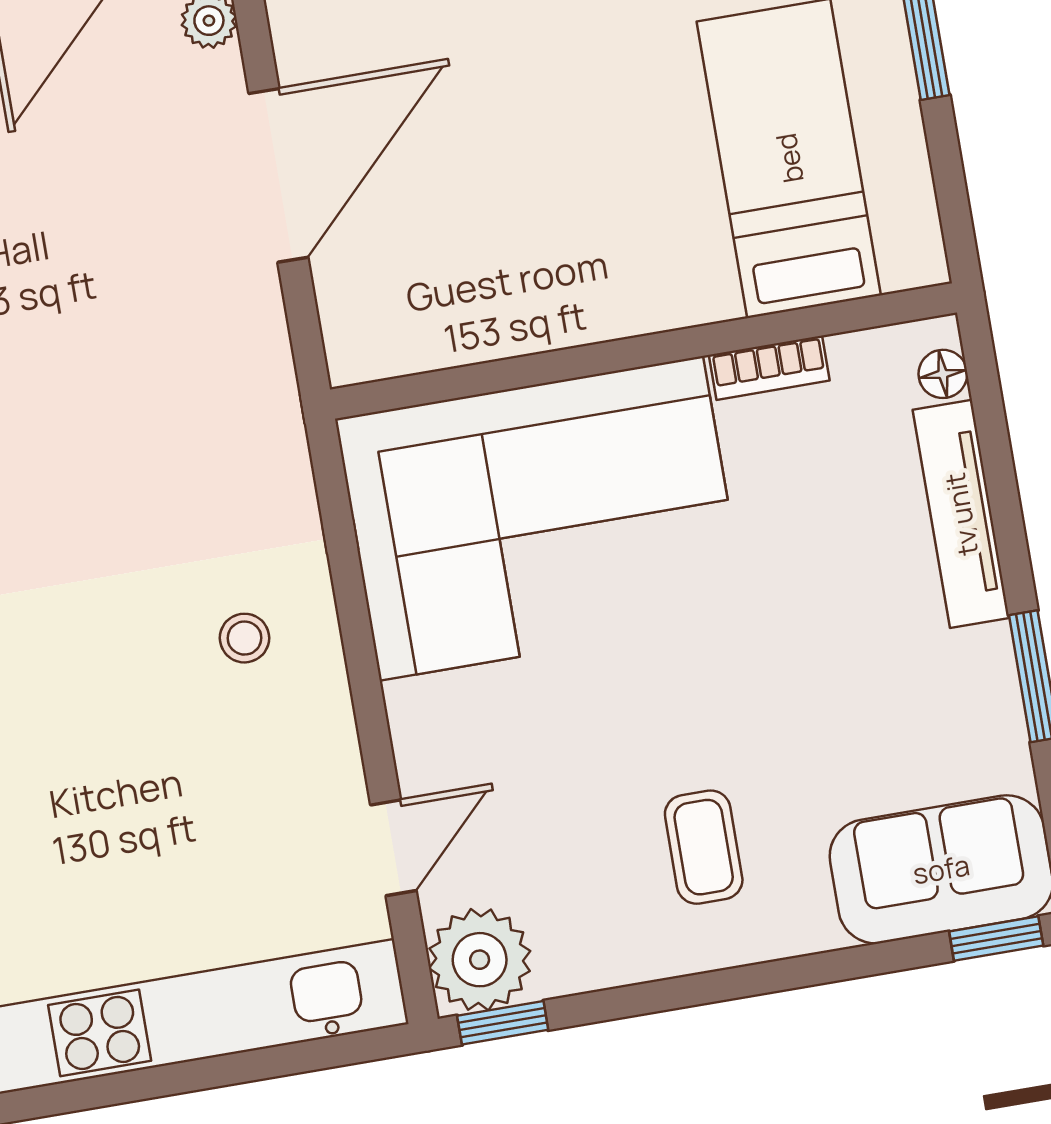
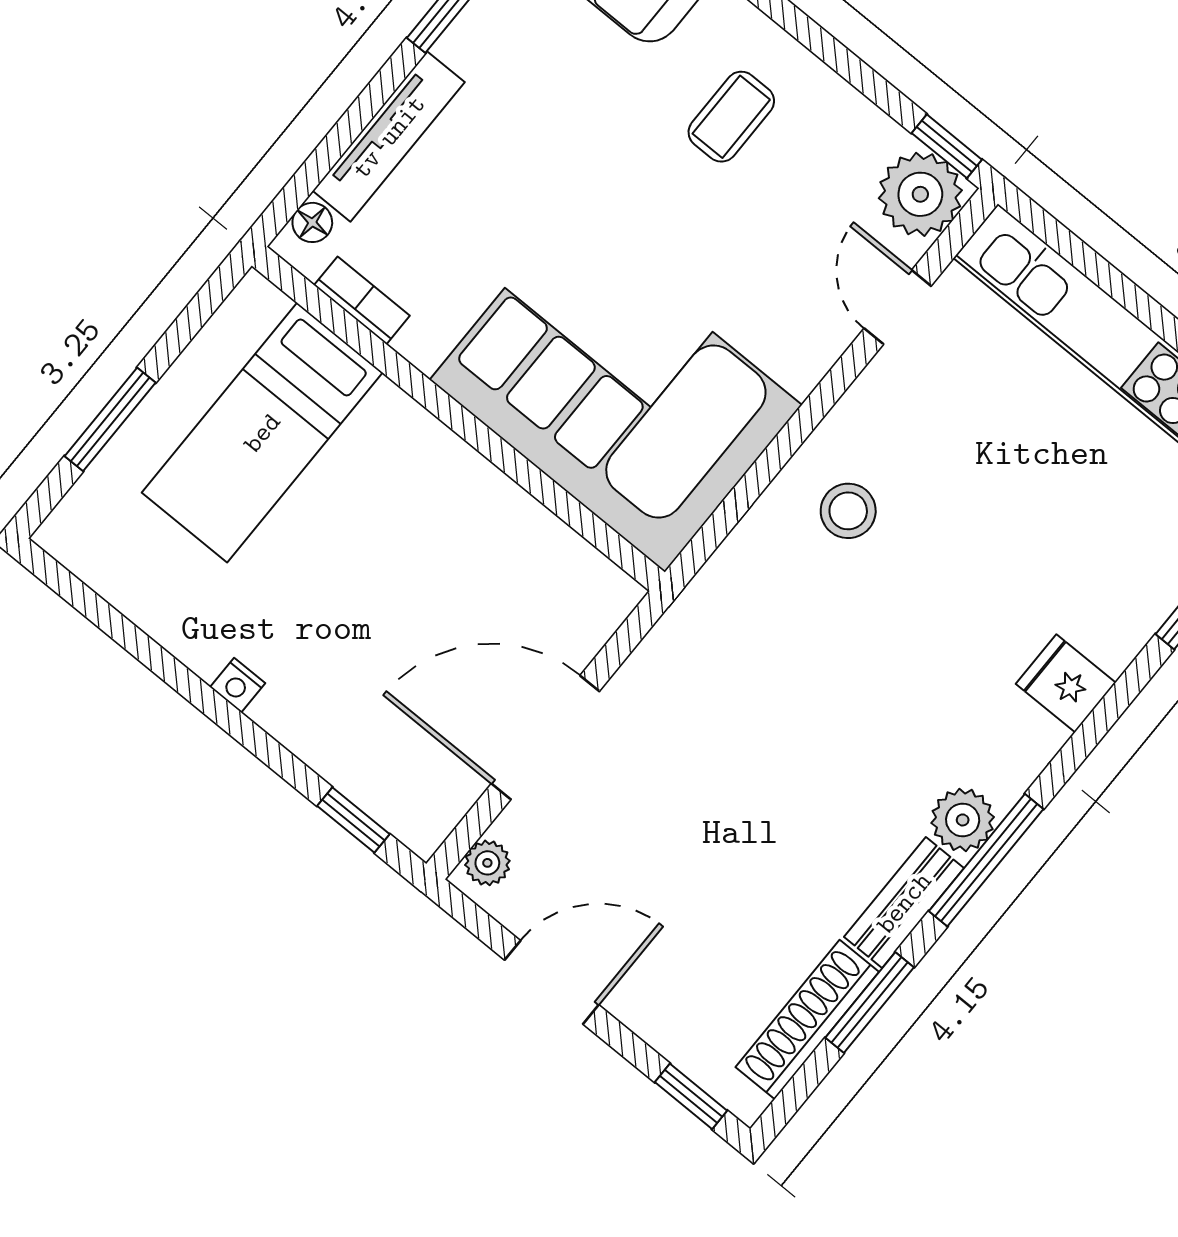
bookcase: (769, 368) -> (362, 300), moved
stool: (245, 638) -> (848, 511), width x1.37, depth x1.37
door: (393, 848) -> (898, 307), hinge flipped

